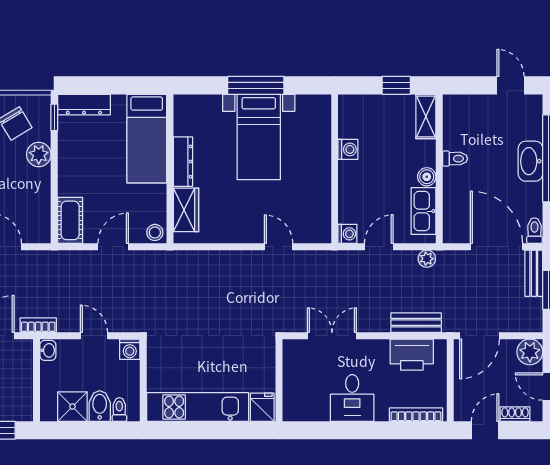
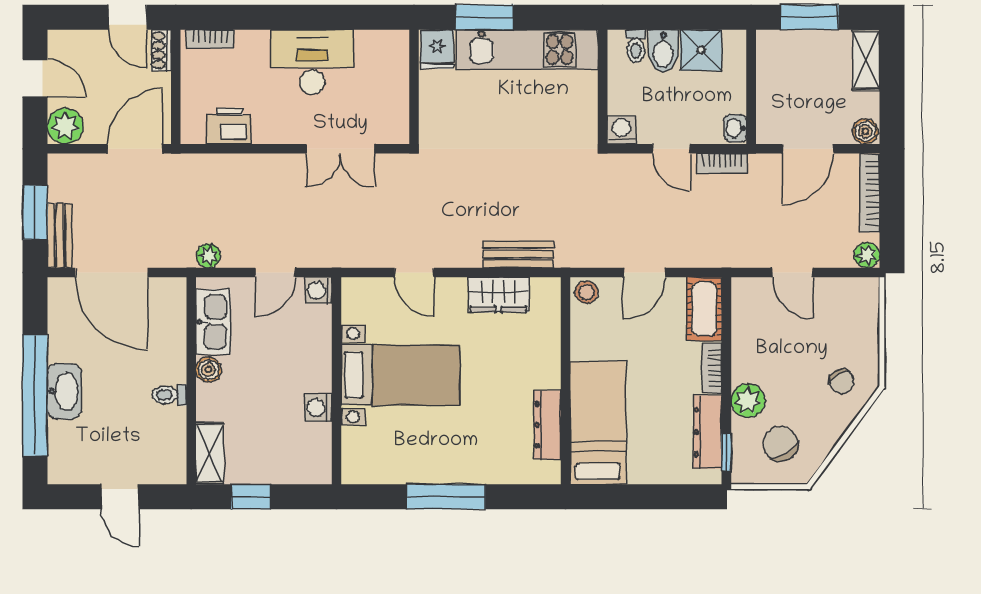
door: (510, 85) -> (120, 497), moved
dresser: (84, 105) -> (707, 432), moved, turned -90
bed with nightstands: (259, 137) -> (401, 375), moved, turned 90
dresser: (183, 162) -> (547, 425), moved
bookcase: (65, 178) -> (712, 368), added
wardrobe: (186, 210) -> (498, 295), moved, turned -90
toilet: (534, 231) -> (59, 295), removed
bench: (416, 323) -> (518, 254), moved
bookcase: (38, 325) -> (722, 163), moved
printer: (412, 355) -> (229, 126), width x0.73, depth x0.84
desk: (352, 398) -> (312, 62), width x1.37
shoe rack: (515, 414) -> (161, 50), moved, turned 90
bookcase: (416, 415) -> (210, 39), width x0.64
window: (228, 430) -> (485, 17), added
door: (485, 430) -> (127, 17), hinge flipped

